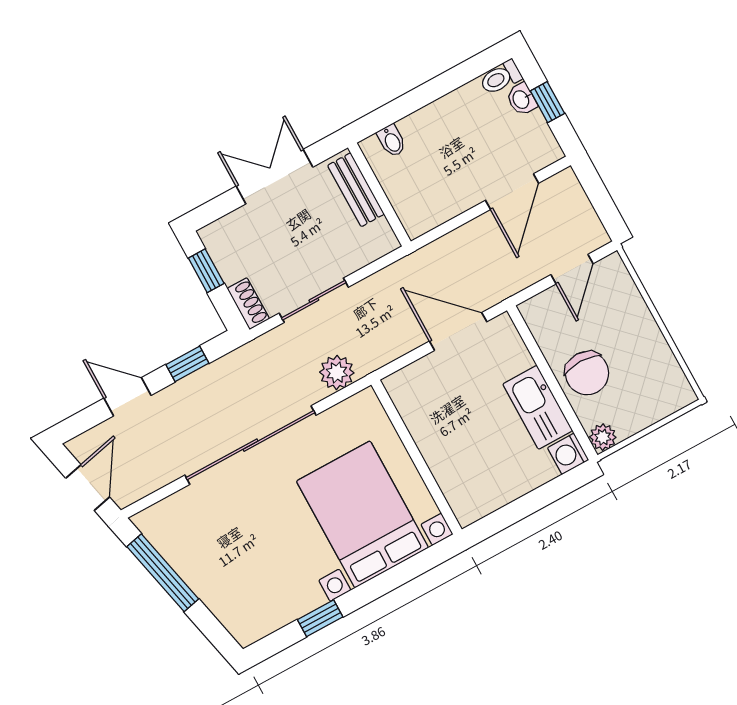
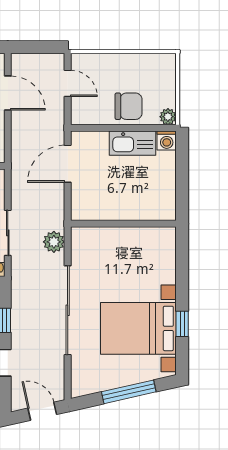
bed with nightstands: (362, 514) -> (138, 328), moved
window: (163, 573) -> (129, 392), moved

